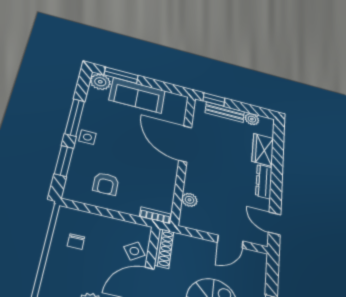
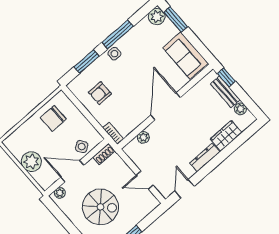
sofa: (137, 95) -> (185, 55), moved
door: (185, 144) -> (166, 106), moved
chair: (76, 242) -> (53, 118), width x1.87, depth x1.87
shoe rack: (164, 248) -> (104, 154), width x0.70

